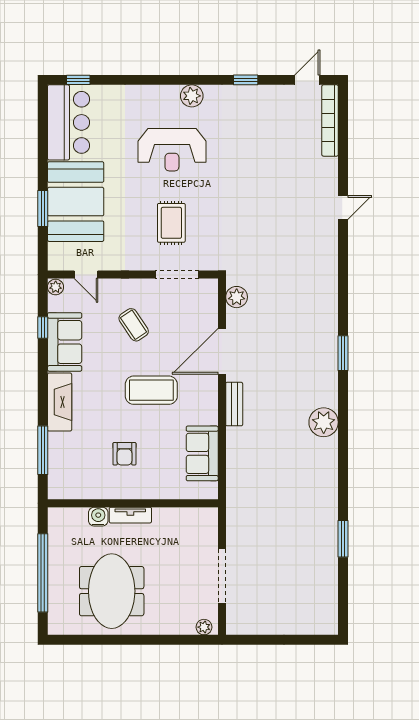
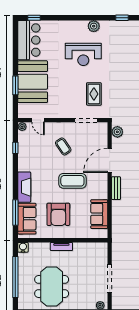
rug: (171, 223) -> (94, 94), moved
sofa: (65, 342) -> (27, 219), moved
armchair: (124, 454) -> (58, 214), width x1.88, depth x1.88
water cooler: (98, 517) -> (23, 247), moved

